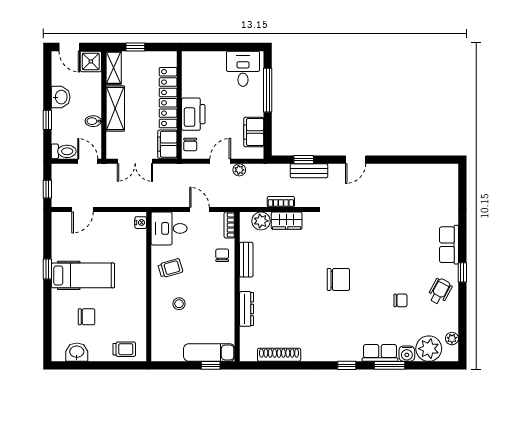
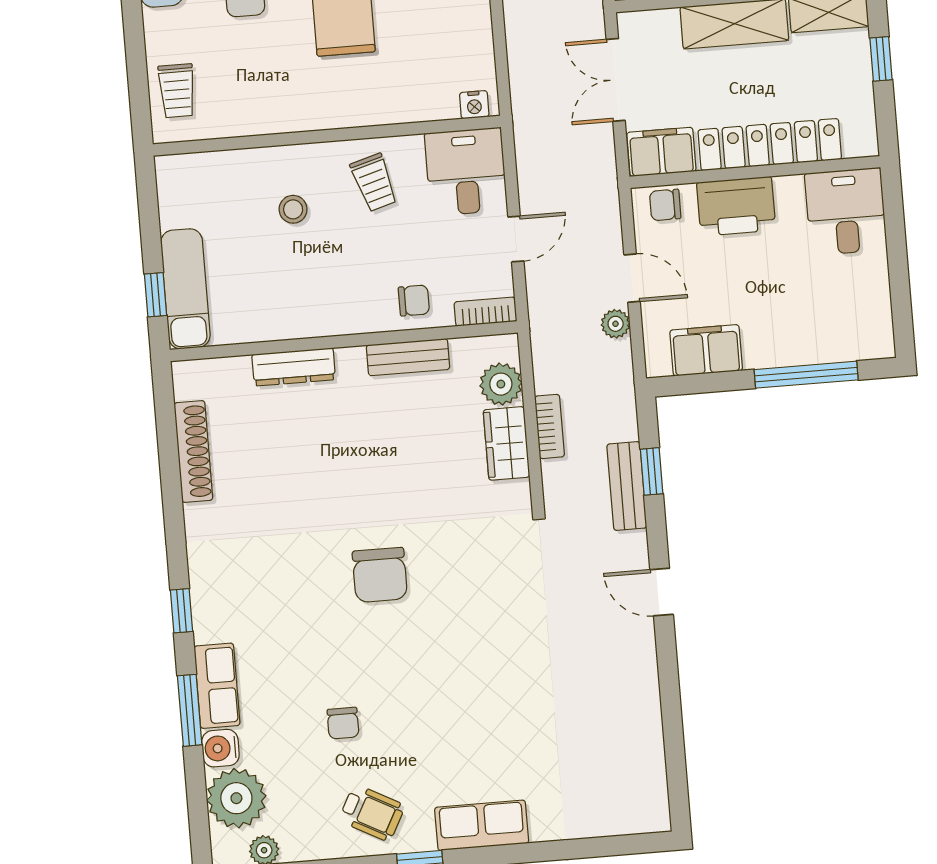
desk: (243, 69) -> (846, 212), moved, turned -90

